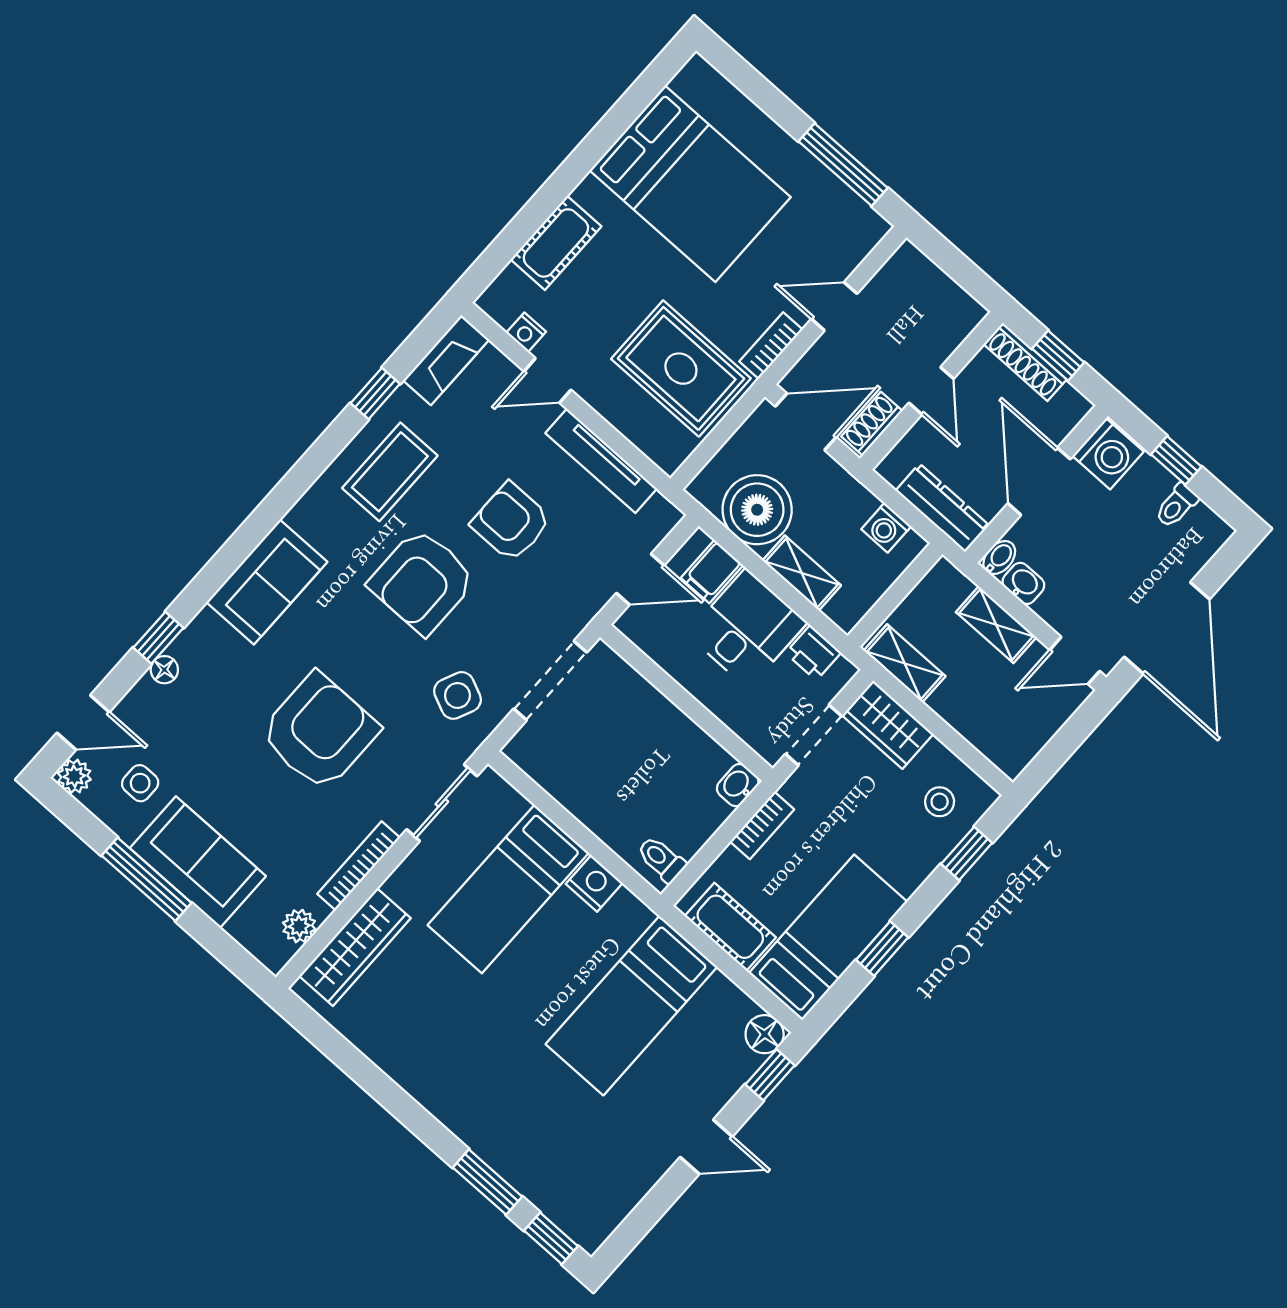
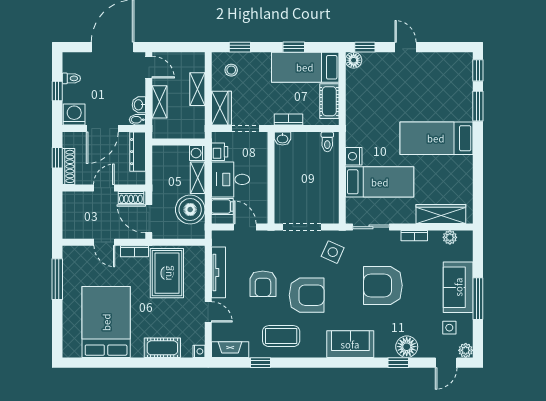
nightstand: (526, 332) -> (199, 351), moved
washing machine: (886, 528) -> (197, 153), moved, turned 180
shelving: (905, 663) -> (197, 89), moved
floor lamp: (164, 670) -> (407, 347), width x1.89, depth x1.89
door: (83, 723) -> (446, 363), swing flipped
bookcase: (359, 866) -> (414, 236), width x0.64
bed: (631, 1006) -> (436, 138), moved, turned 180

